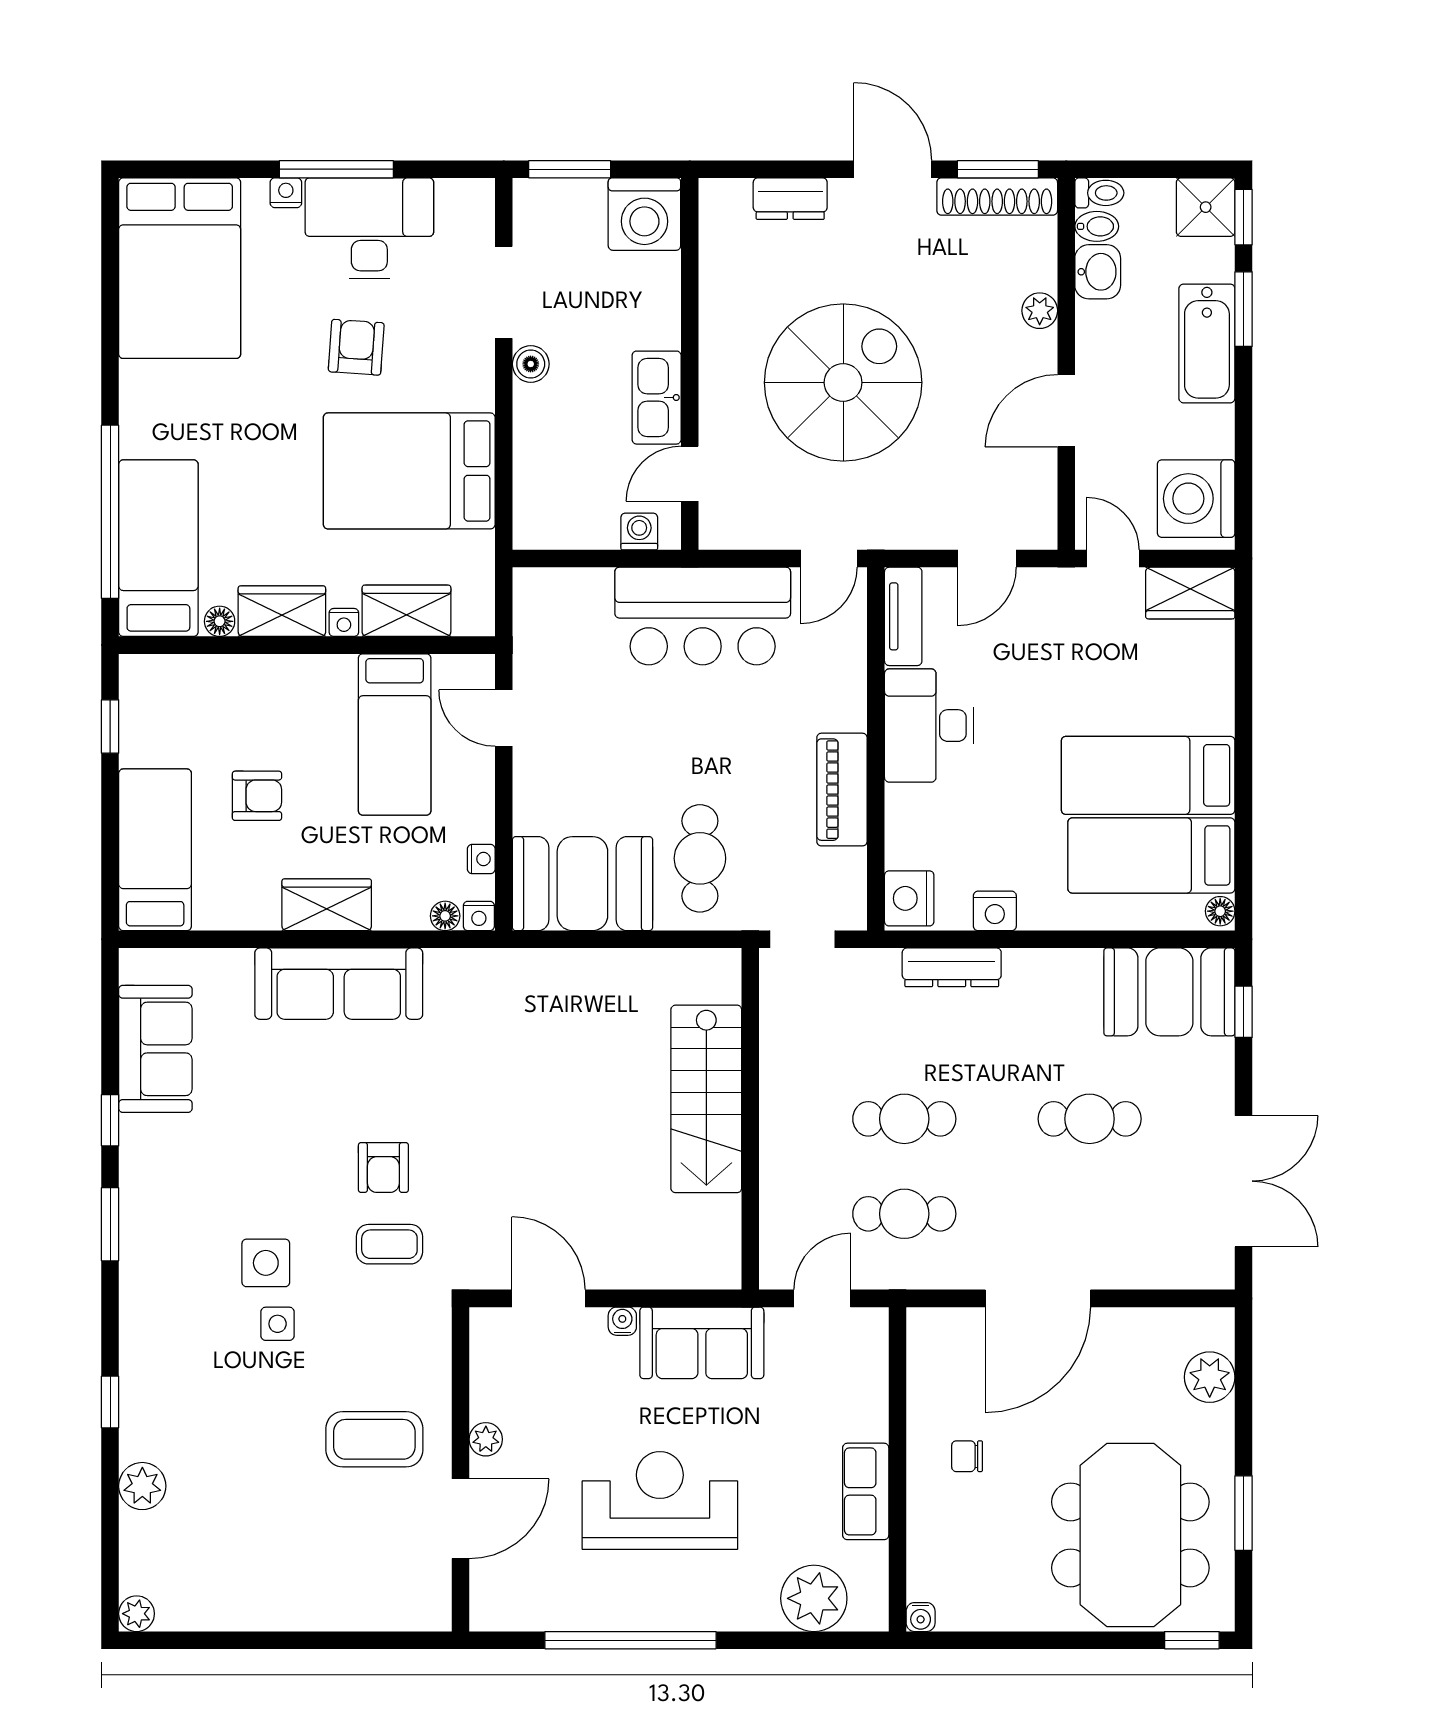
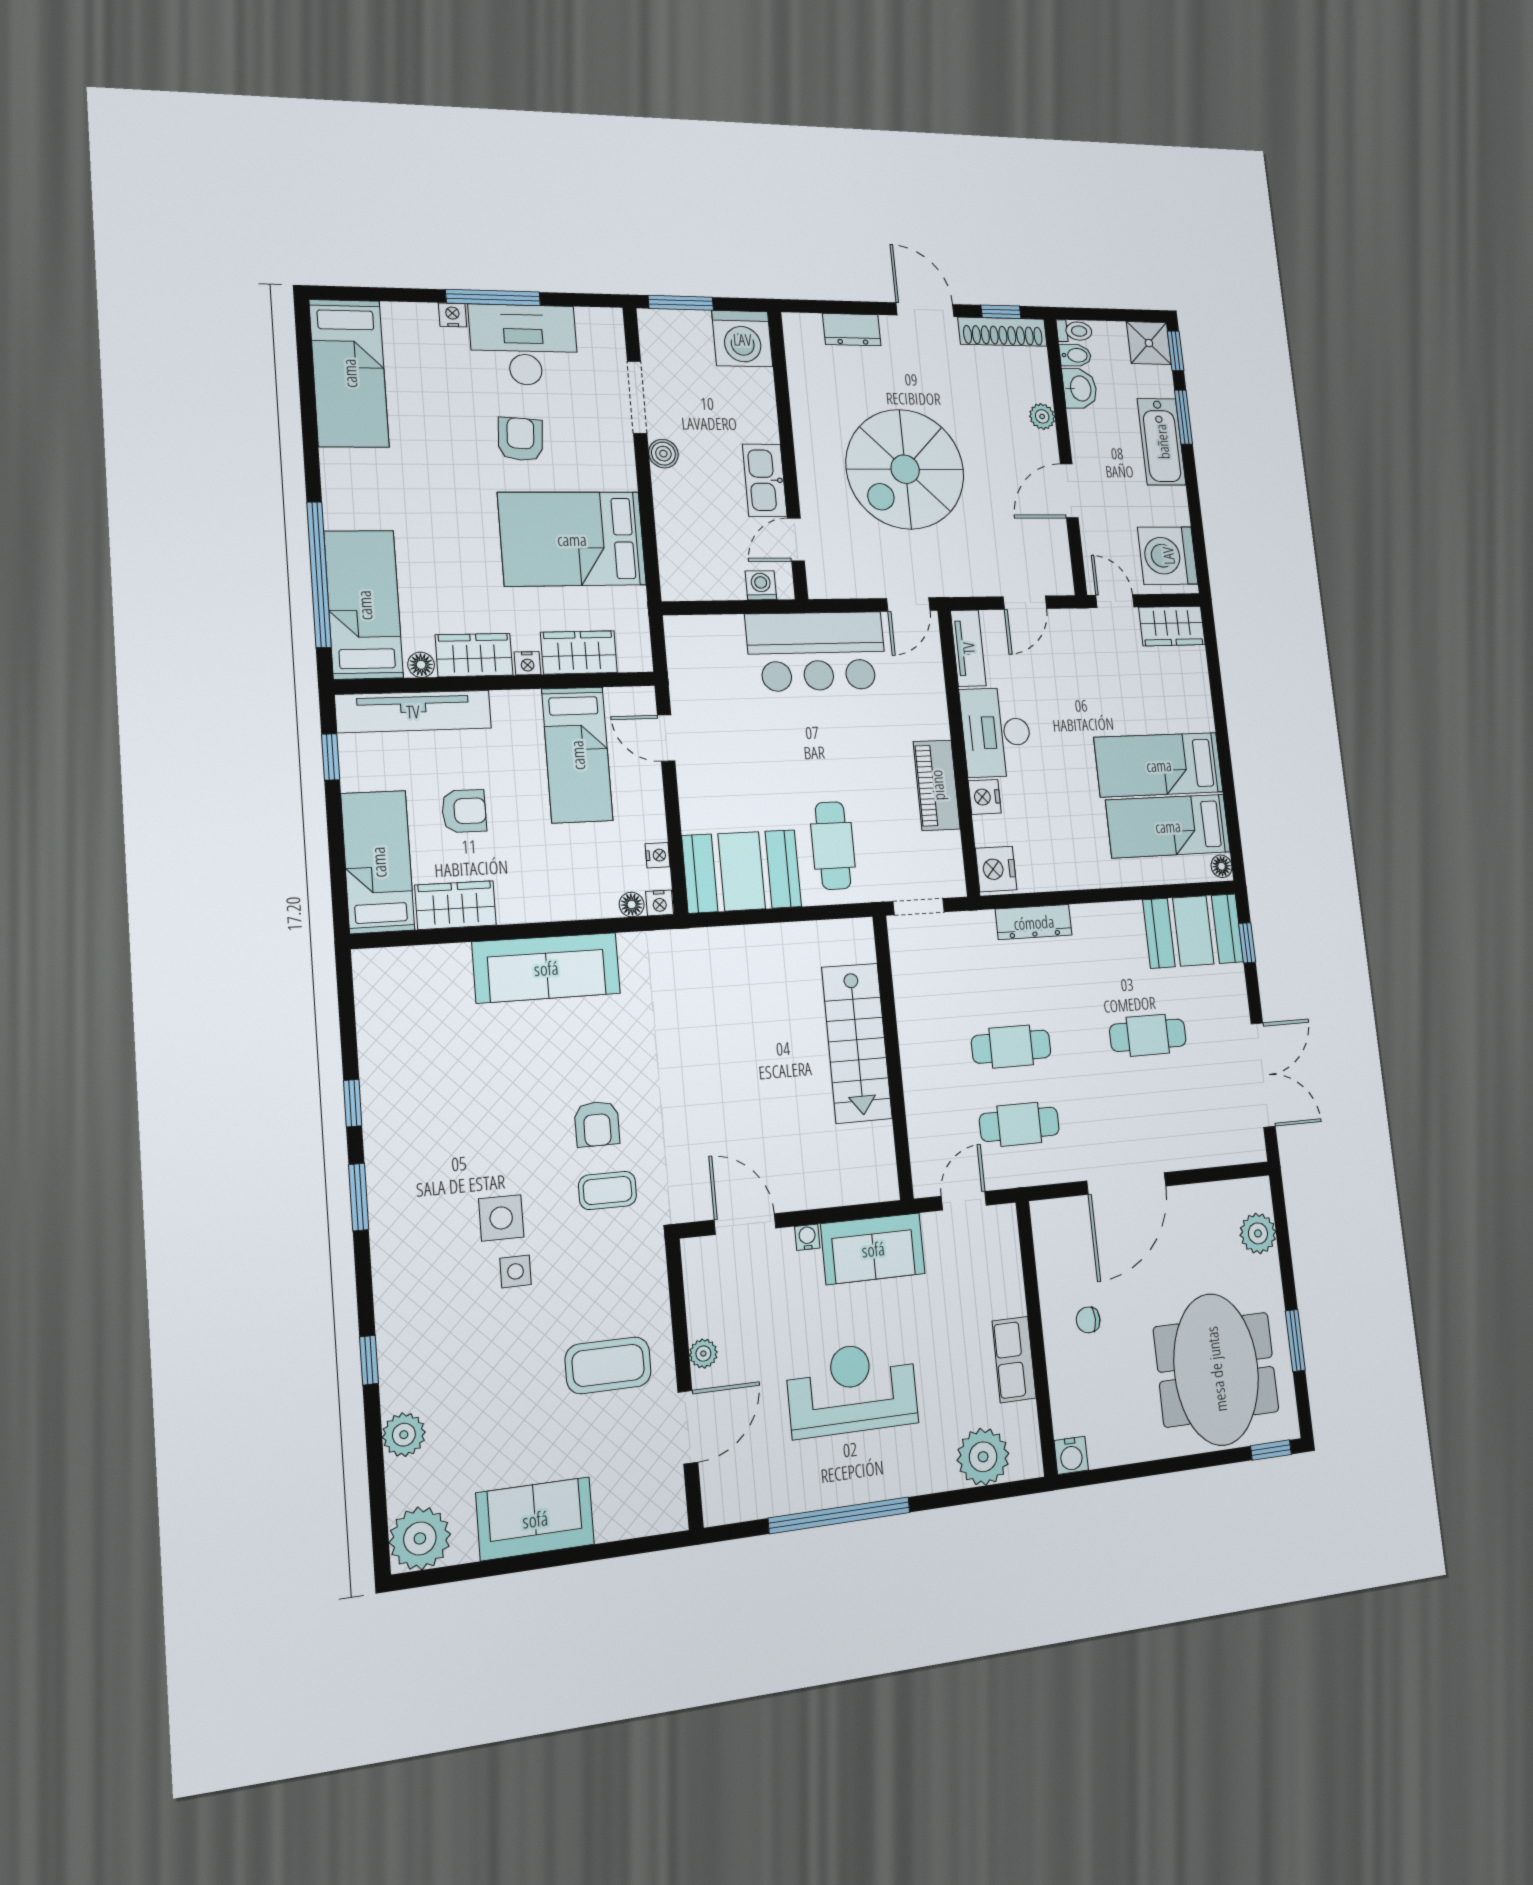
window: (998, 169) -> (1001, 312), width x0.67
bed: (180, 268) -> (349, 373), width x0.67
spiral stairs: (843, 383) -> (905, 469), turned 180
tv unit: (207, 676) -> (413, 711), added
wardrobe: (327, 905) -> (456, 905), moved
nightstand: (995, 911) -> (985, 797), moved, turned 90
sofa: (155, 1049) -> (535, 1519), moved, turned -90
plant: (137, 1614) -> (420, 1538), width x1.87, depth x1.87
water cooler: (921, 1617) -> (1071, 1455), width x1.38, depth x1.38

